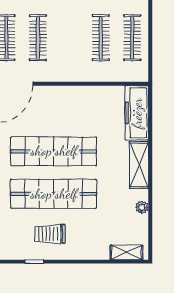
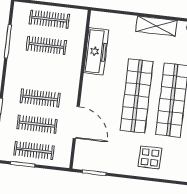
freezer: (137, 113) -> (96, 51), moved, turned -90

